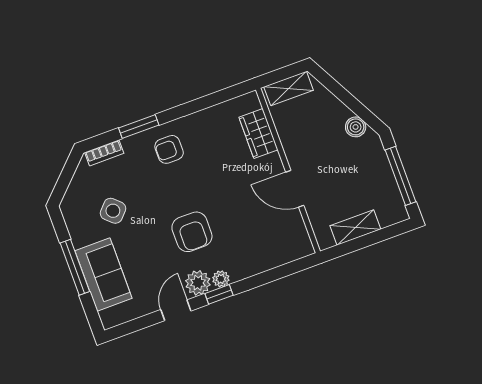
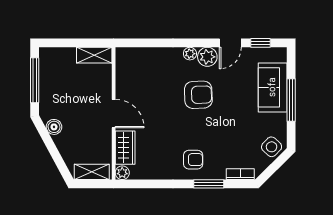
plant: (251, 101) -> (122, 173), added
door: (295, 189) -> (114, 114), moved
side table: (113, 211) -> (272, 147), moved
shelving: (355, 228) -> (94, 55), moved
armchair: (192, 232) -> (198, 95), turned 88
window: (219, 294) -> (260, 43), moved

